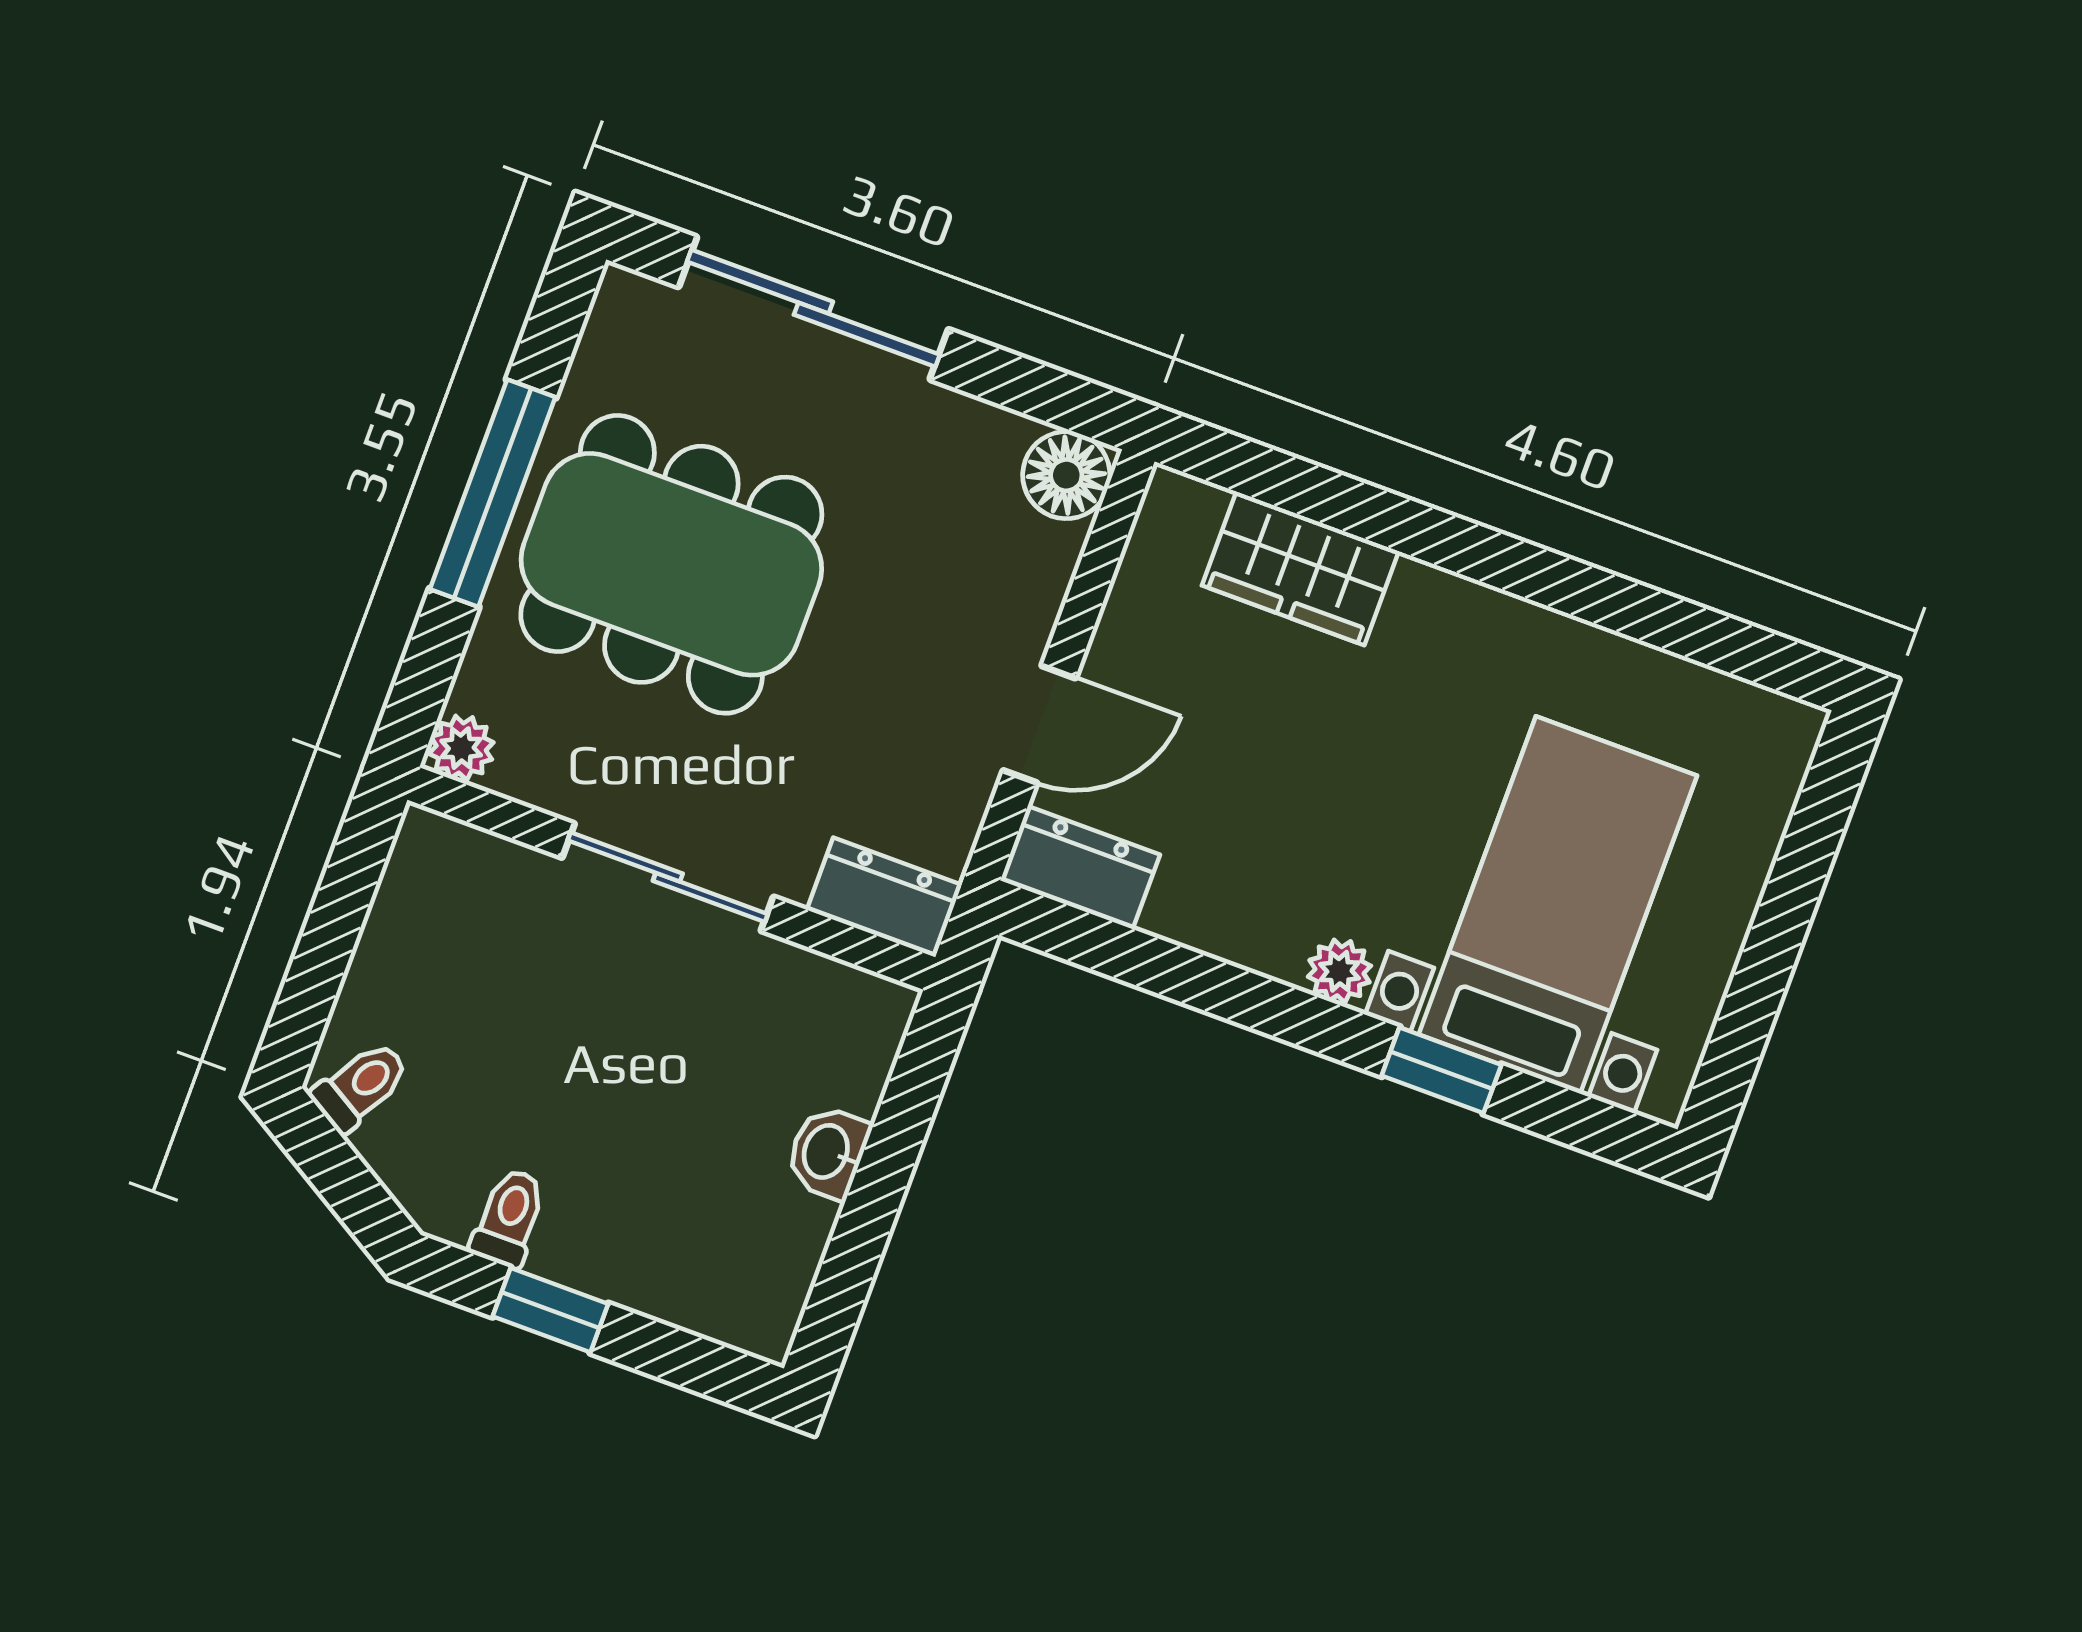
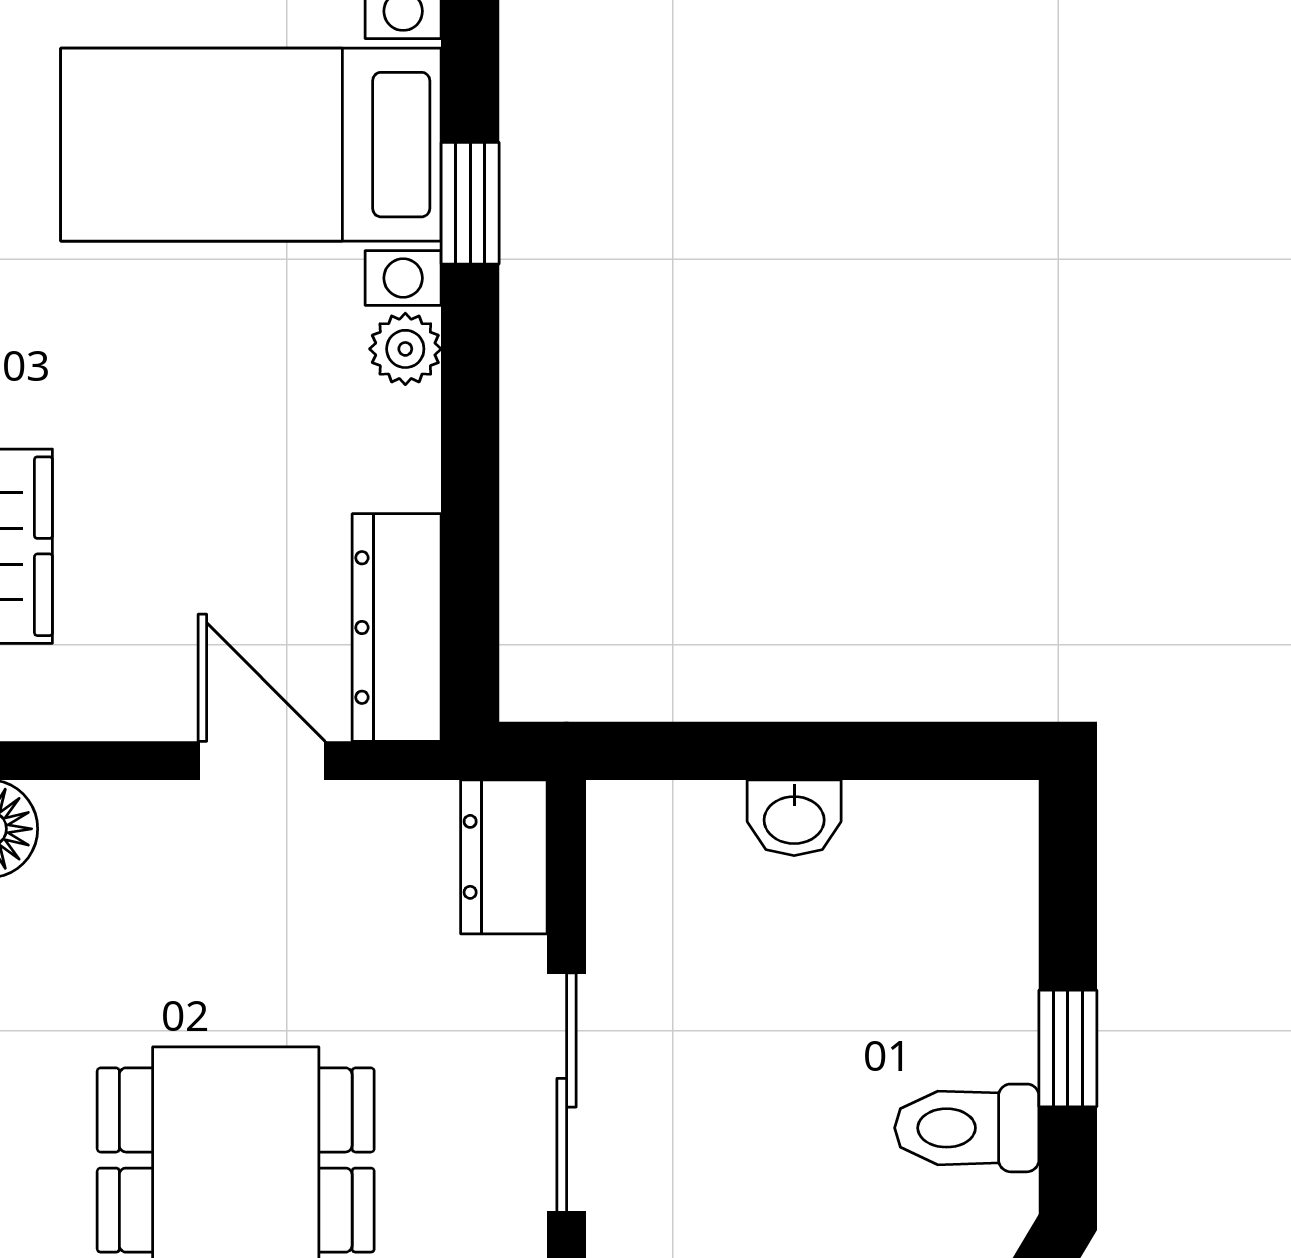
dresser: (1080, 868) -> (397, 628), width x1.44
toilet: (509, 1218) -> (967, 1128), width x1.37, depth x1.39

